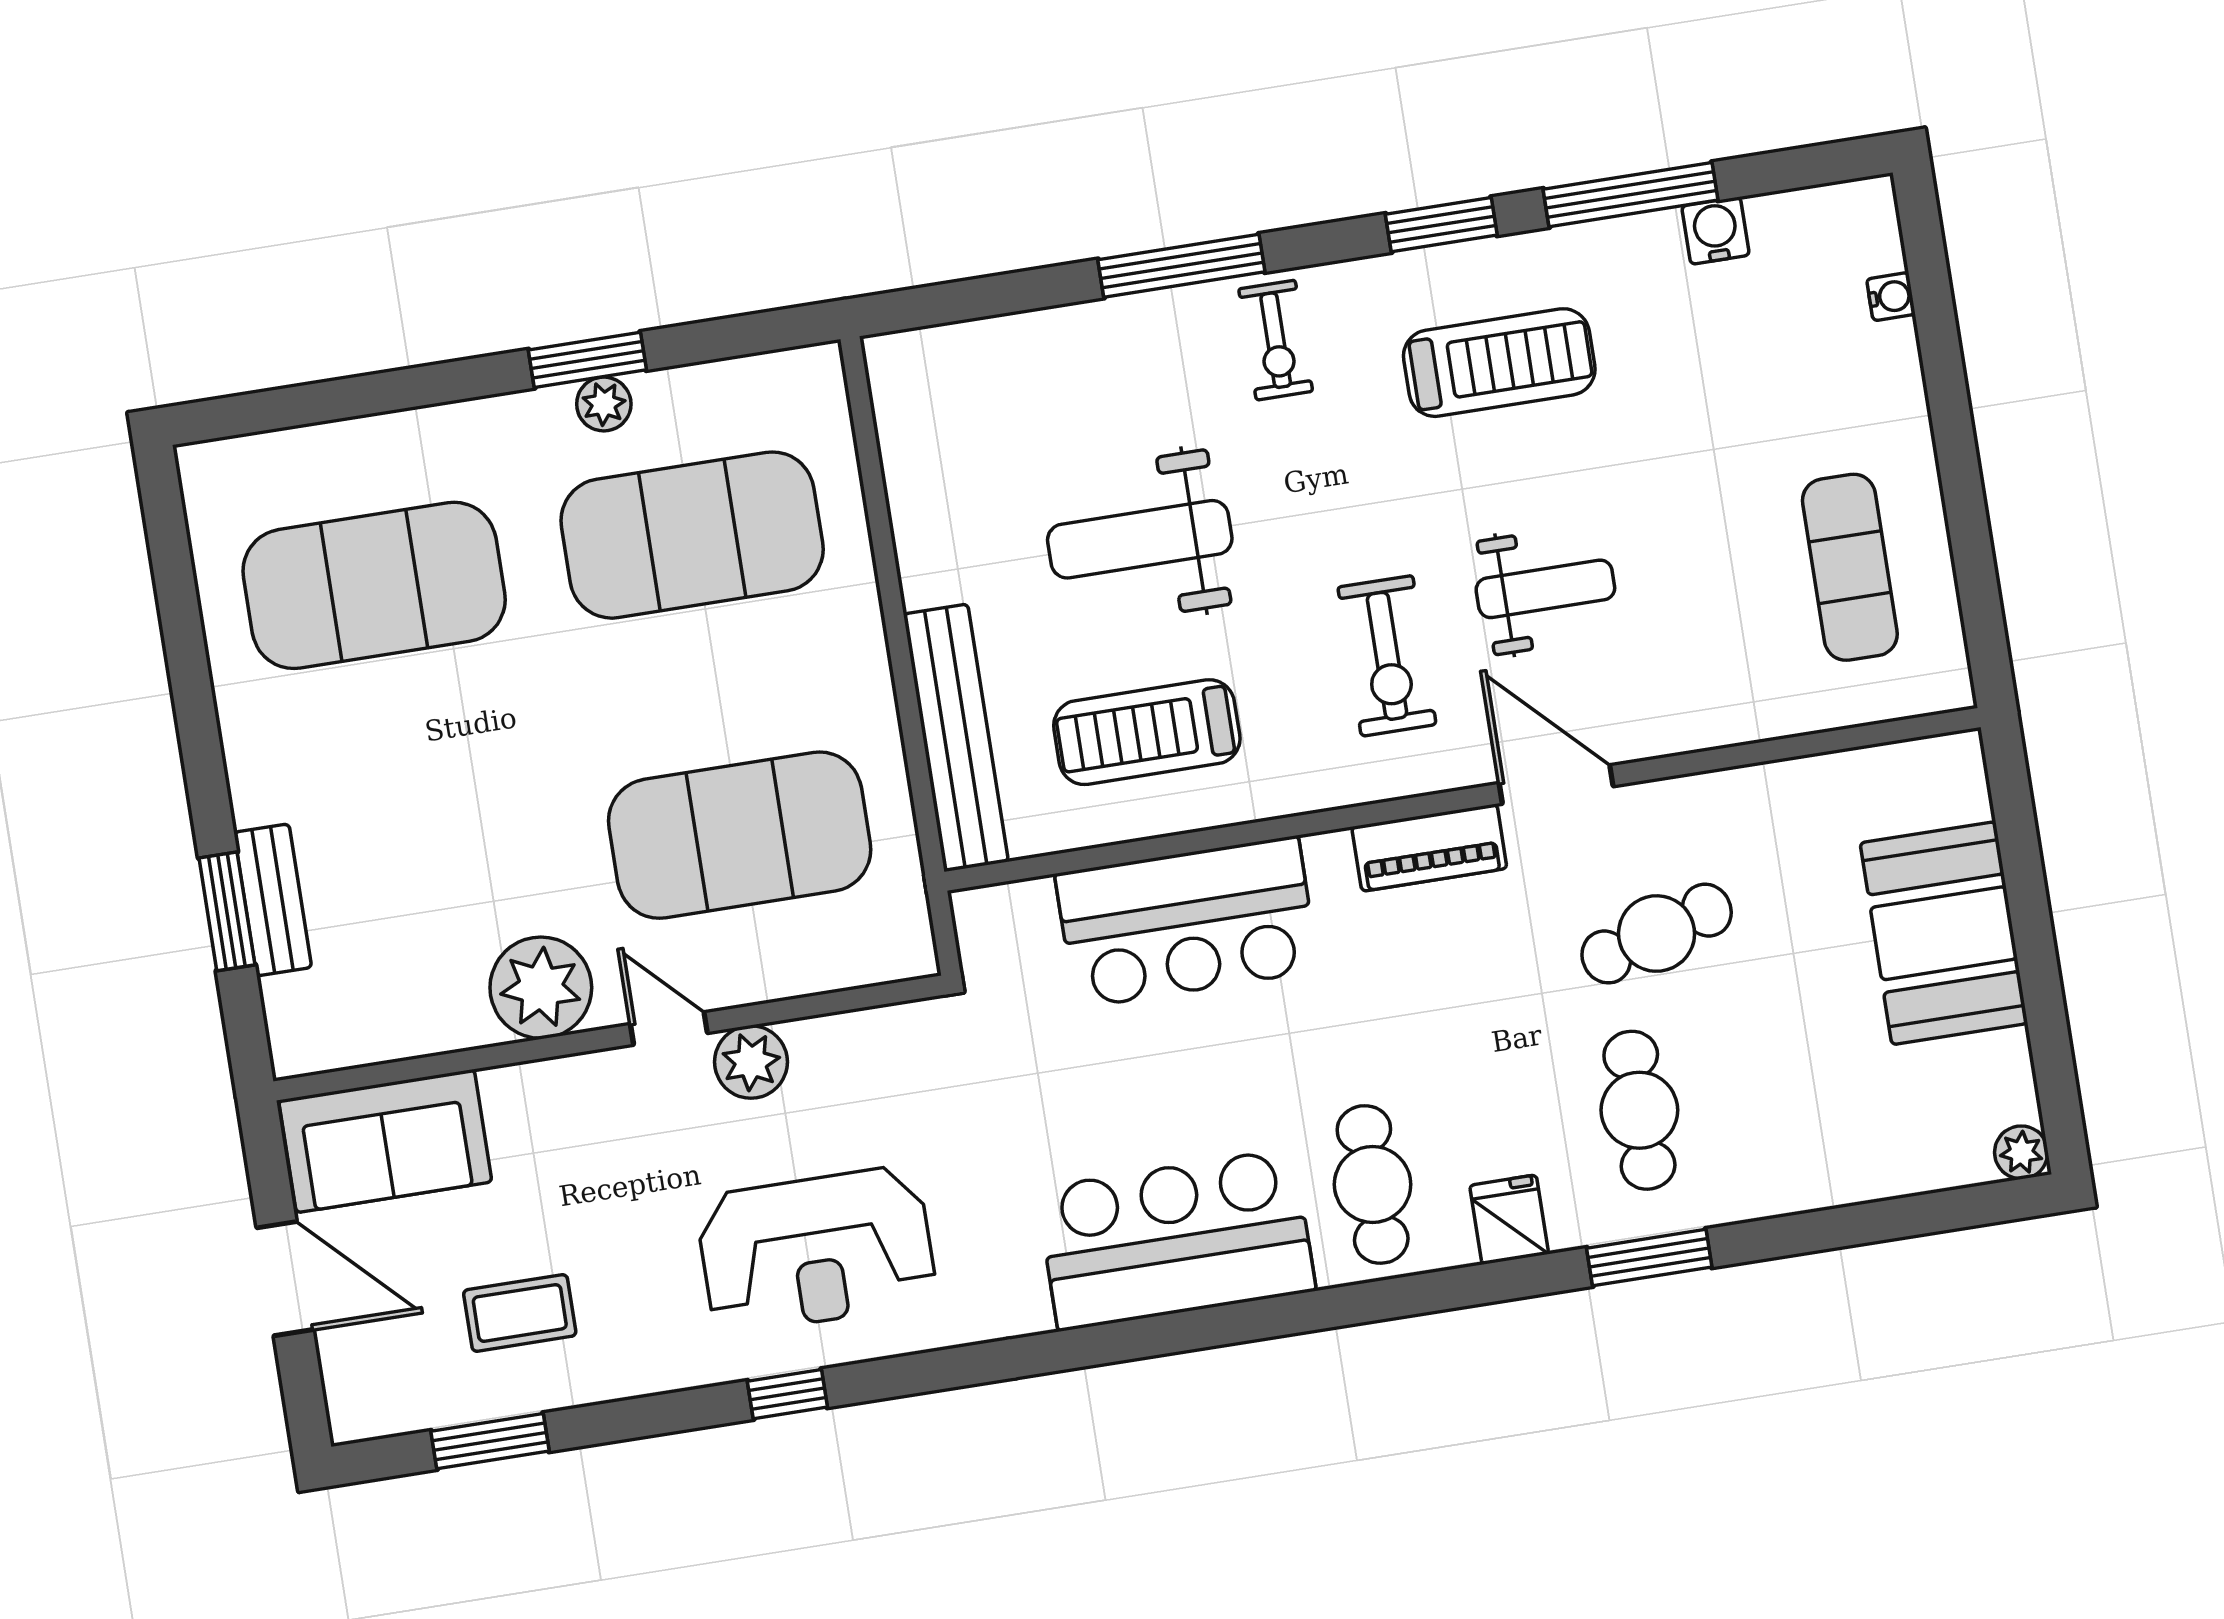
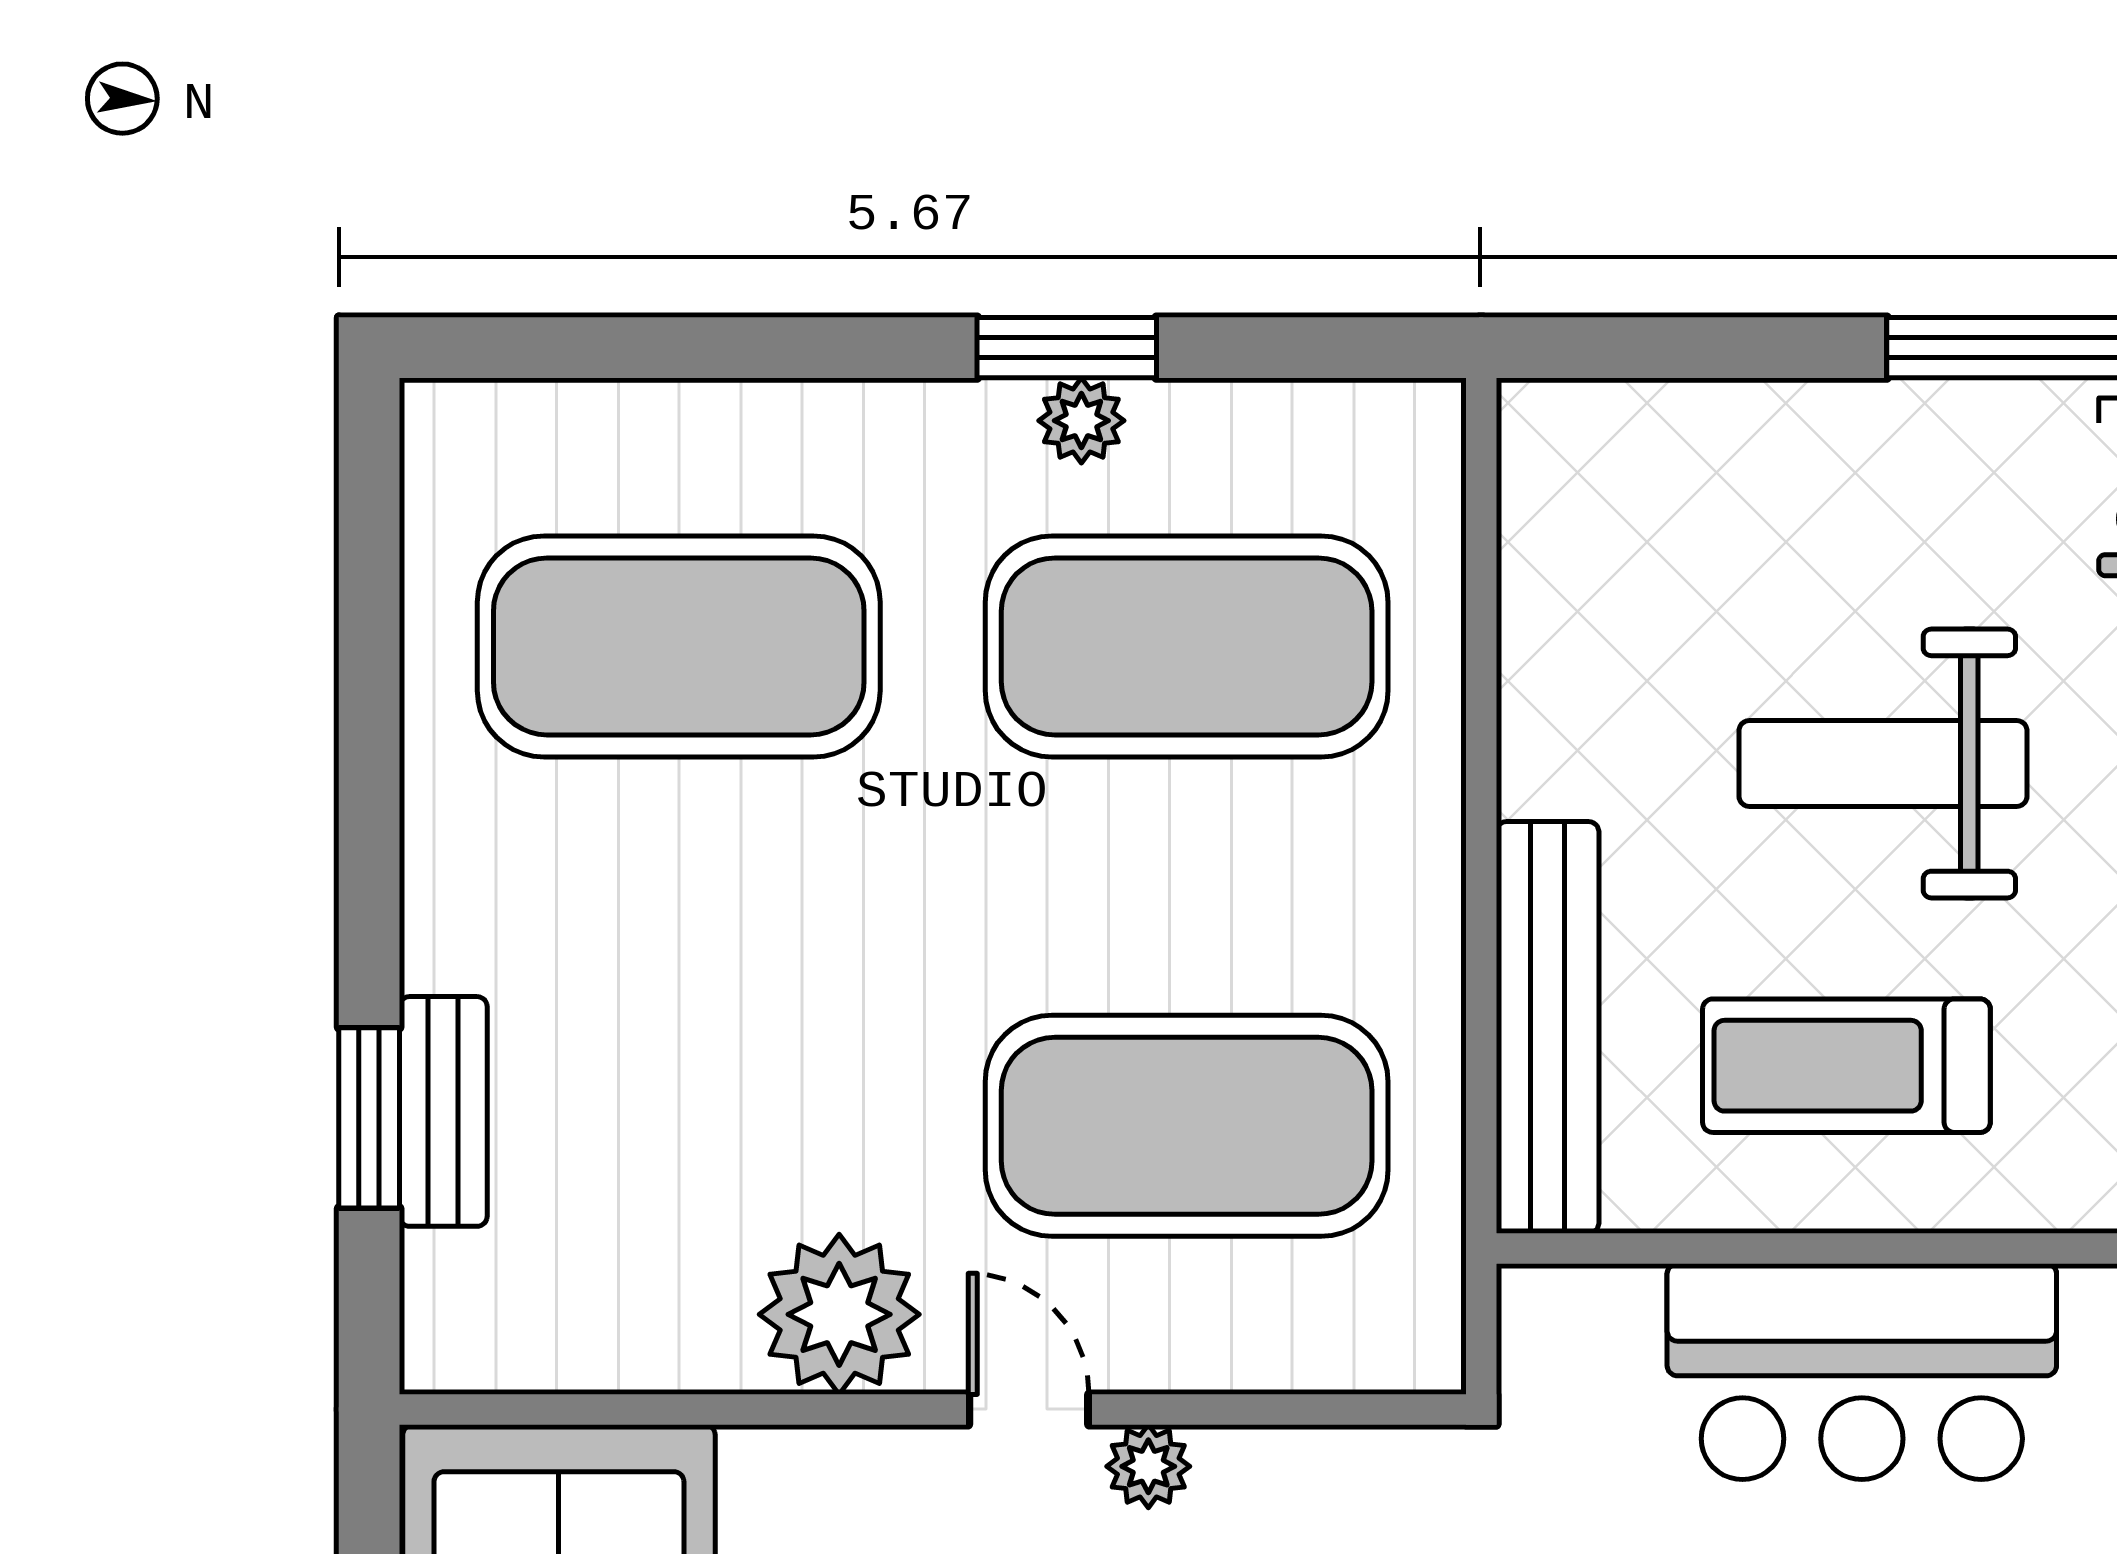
plant: (751, 1062) -> (1148, 1466), width x0.73, depth x0.73

